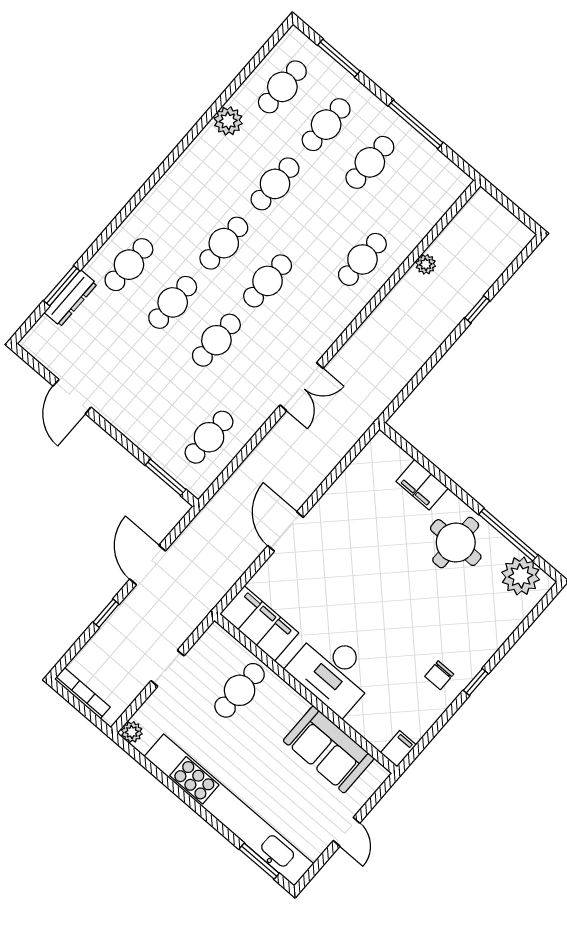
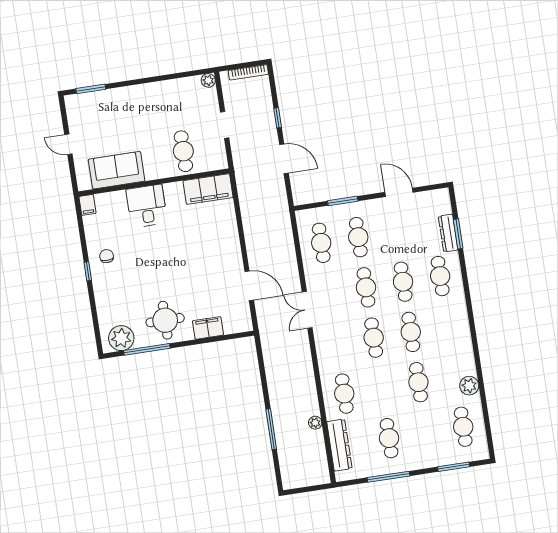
cafe table: (326, 125) -> (358, 237), moved
dresser: (428, 214) -> (339, 445), added
window: (477, 309) -> (271, 429), width x2.17
window: (166, 477) -> (343, 201), moved
door: (286, 532) -> (249, 286), moved
desk: (332, 672) -> (147, 206), width x0.73
kitchen unit: (229, 810) -> (129, 95), removed

